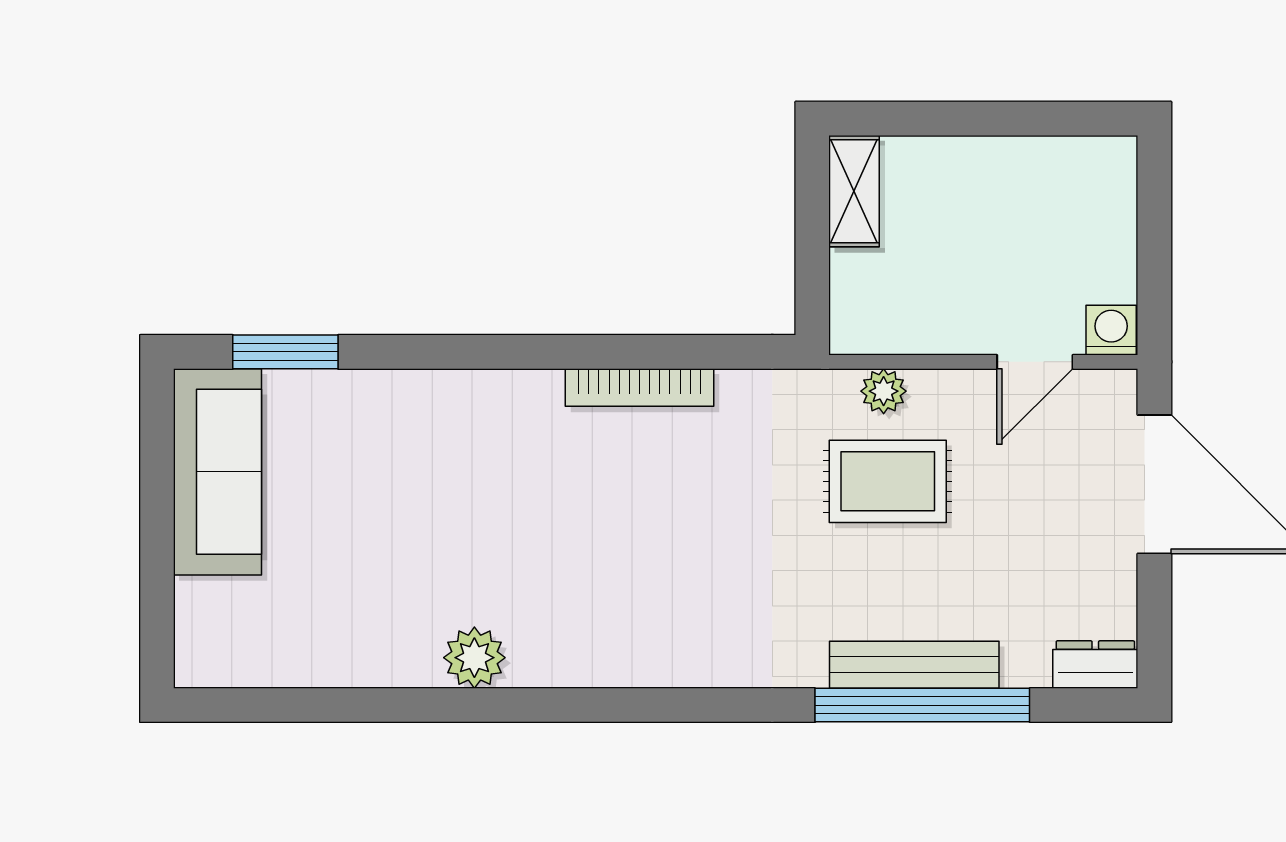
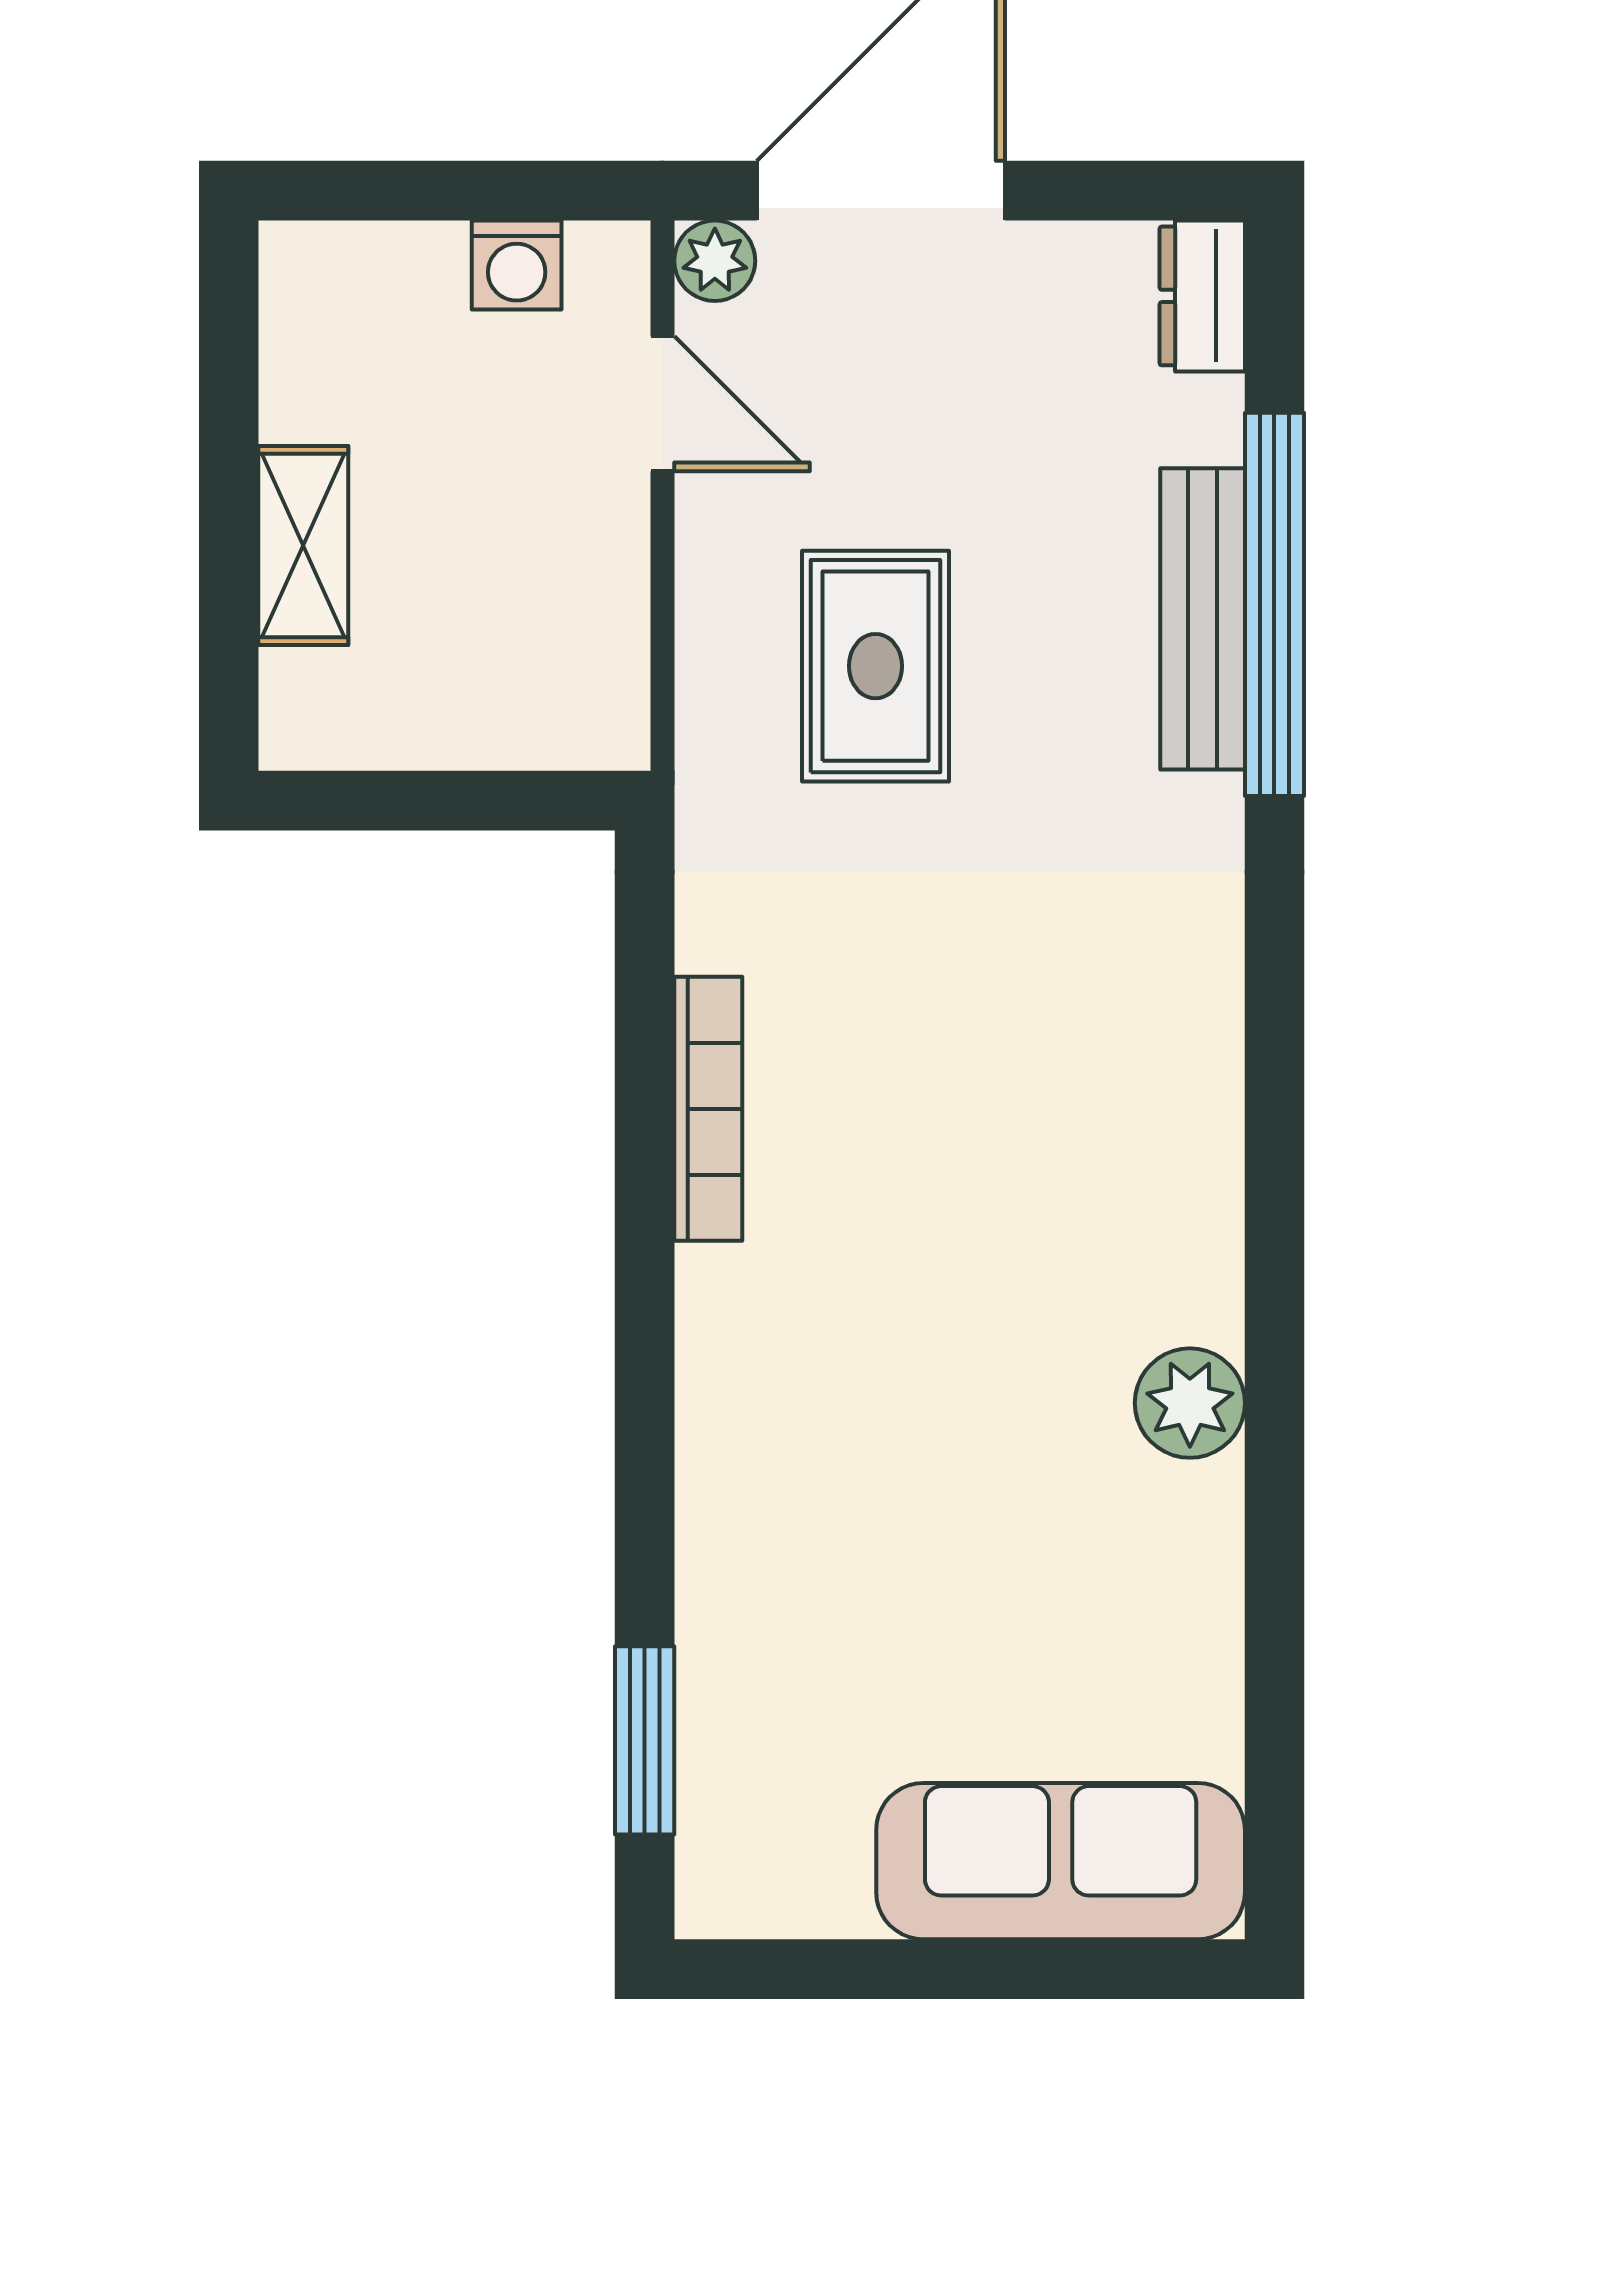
shelving: (854, 191) -> (303, 546), moved, turned 90
washing machine: (1111, 330) -> (517, 265), moved, turned -90
plant: (884, 391) -> (715, 261), moved
sofa: (218, 472) -> (1061, 1861), moved

